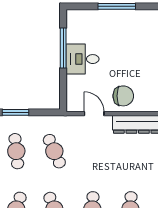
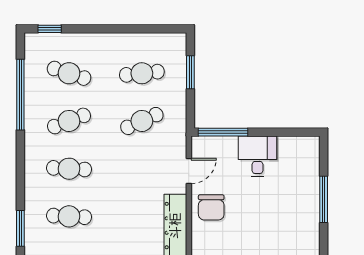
window: (63, 48) -> (223, 132), moved

